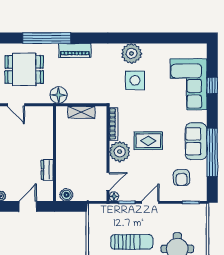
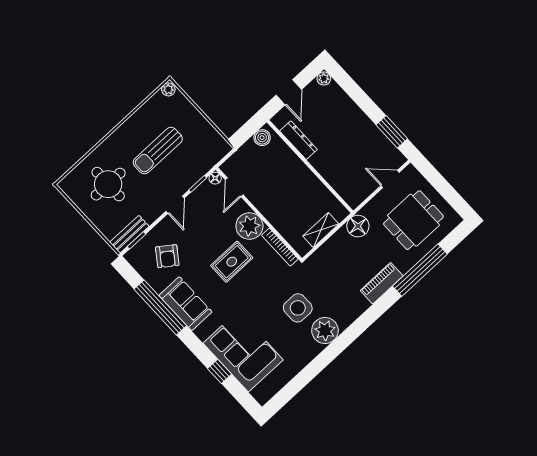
dresser: (47, 170) -> (298, 140), width x1.44
armchair: (182, 178) -> (167, 256), turned -144
bench: (191, 210) -> (129, 234), added

